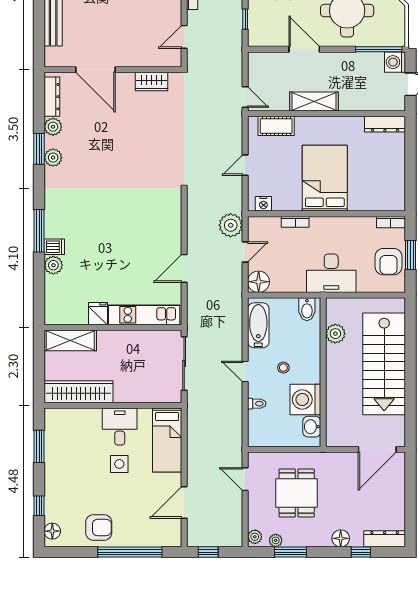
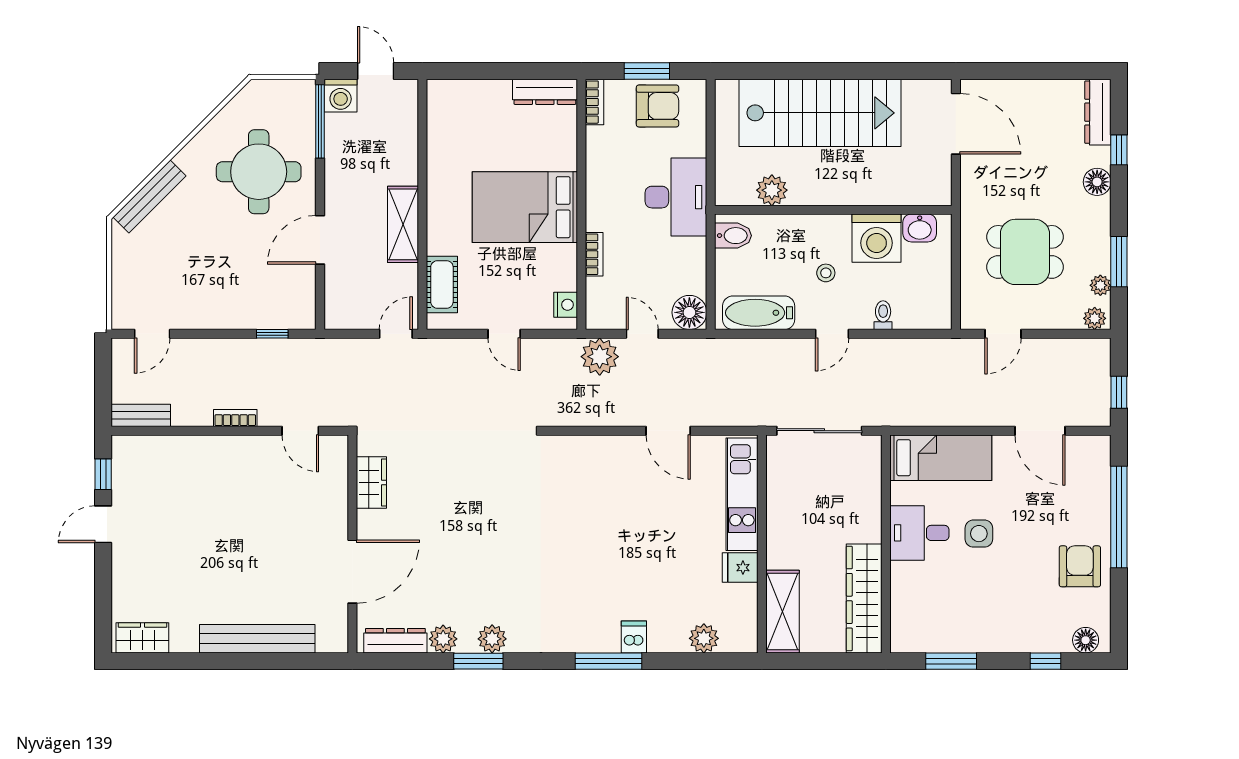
dresser: (385, 124) -> (545, 92), moved, turned 90
plant: (53, 265) -> (704, 638), moved

